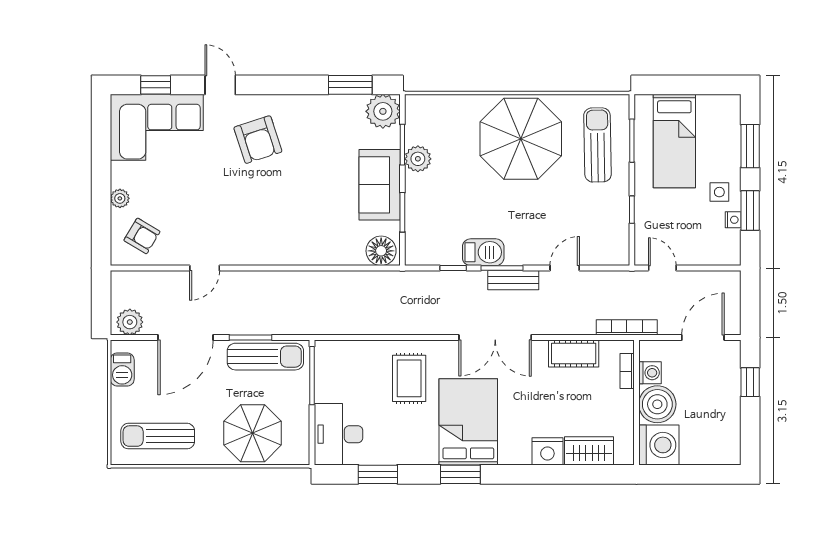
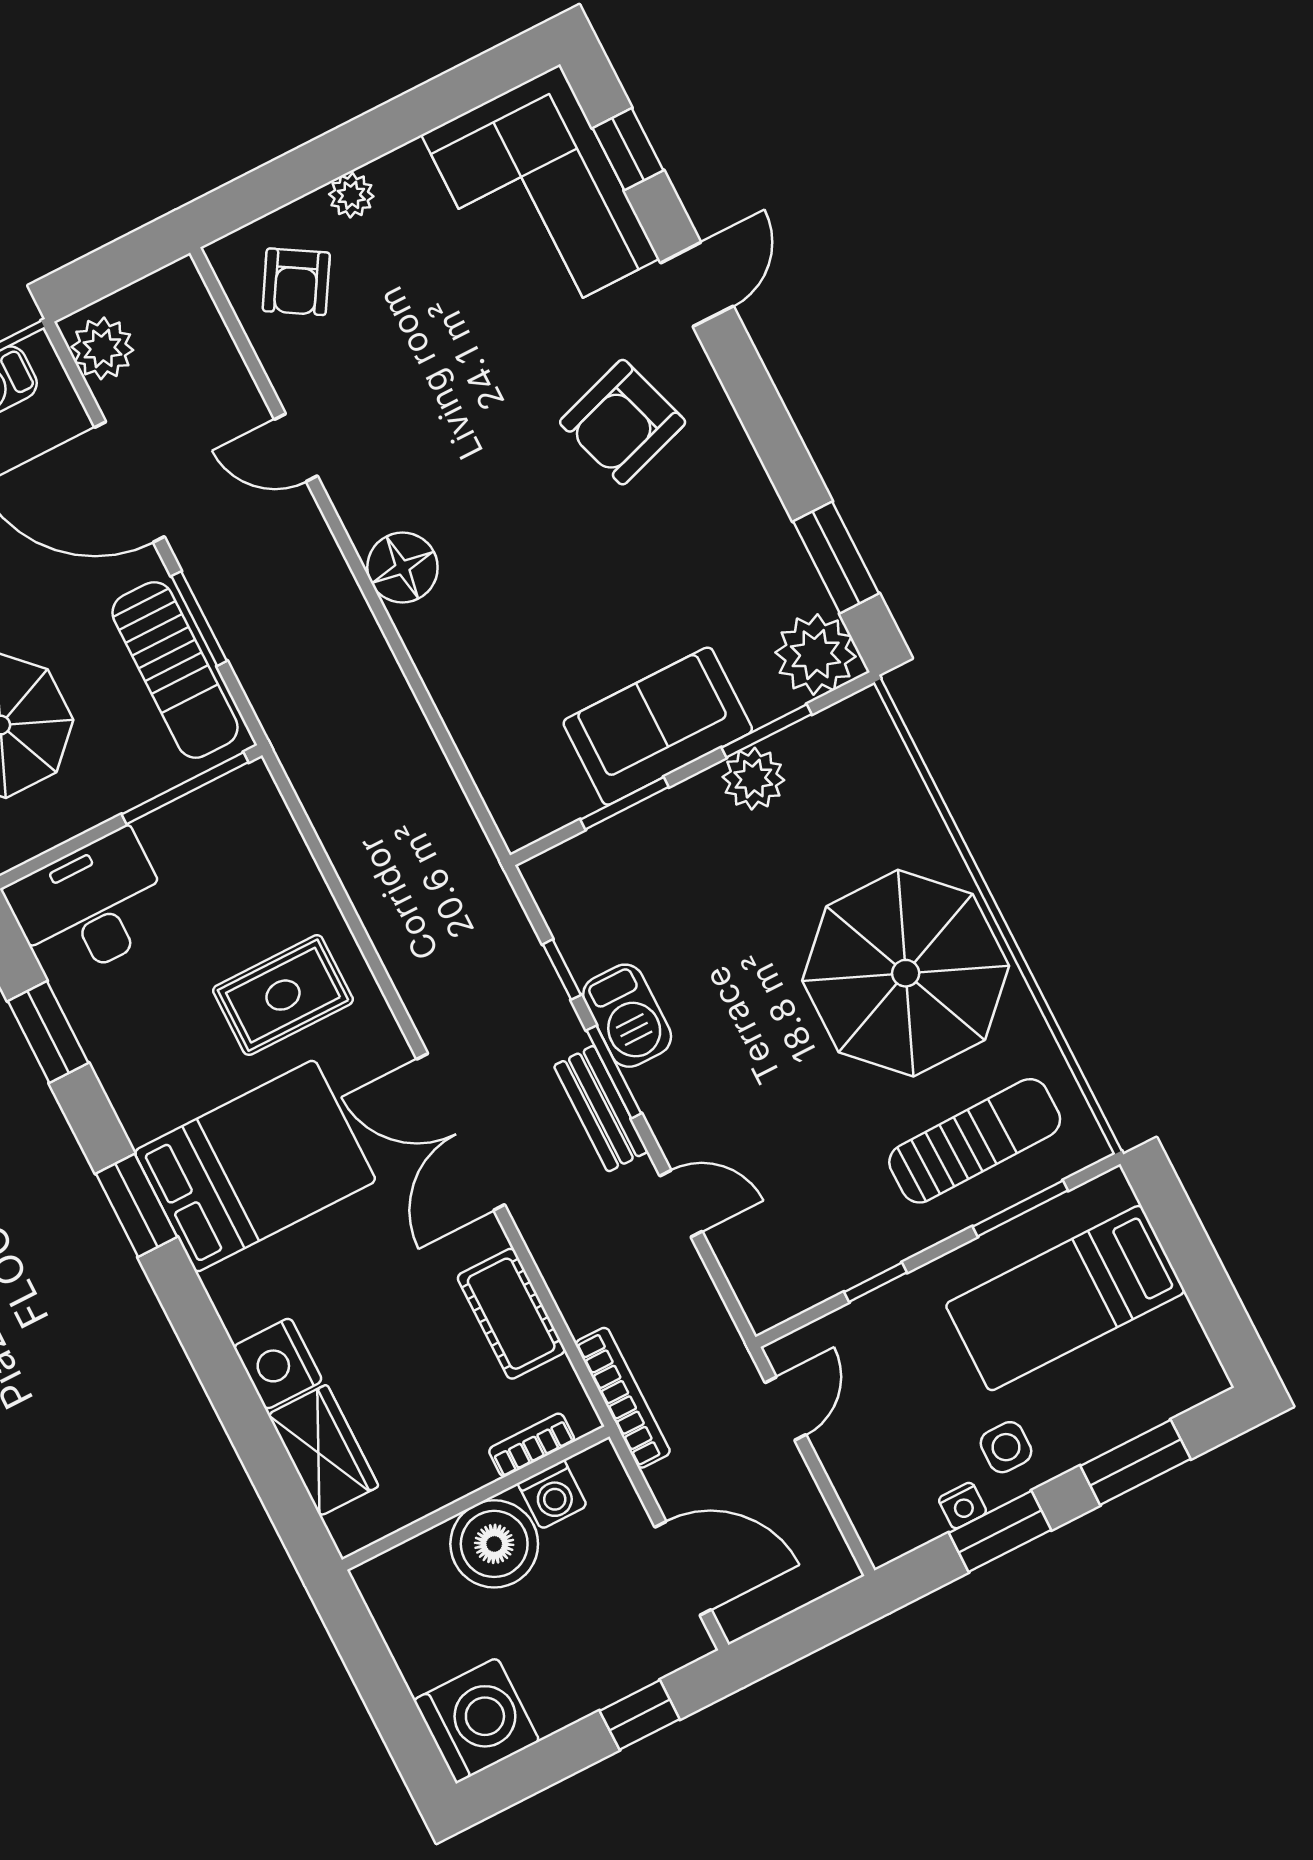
floor lamp: (381, 251) -> (402, 567), moved
washing machine: (659, 445) -> (476, 1721), moved, turned -90

